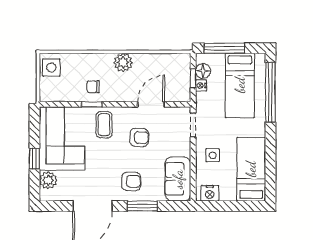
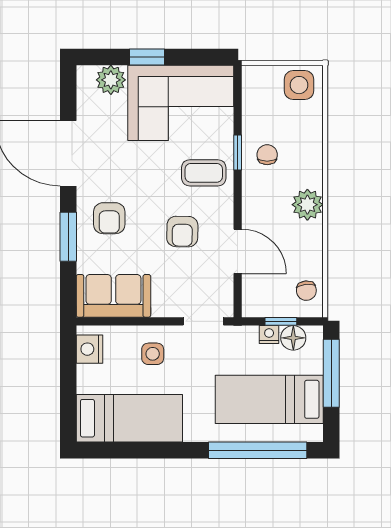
chair: (175, 63) -> (306, 291), added

